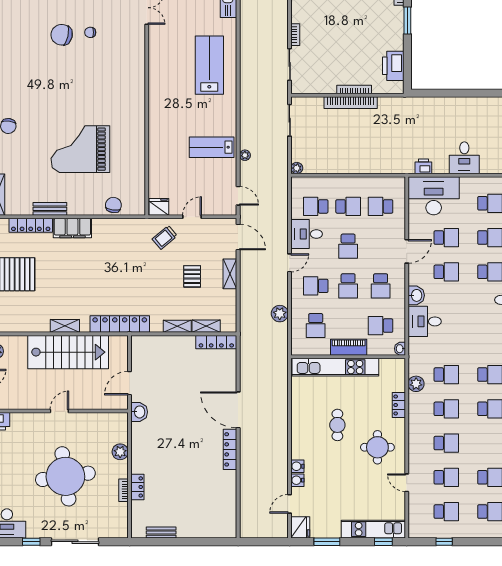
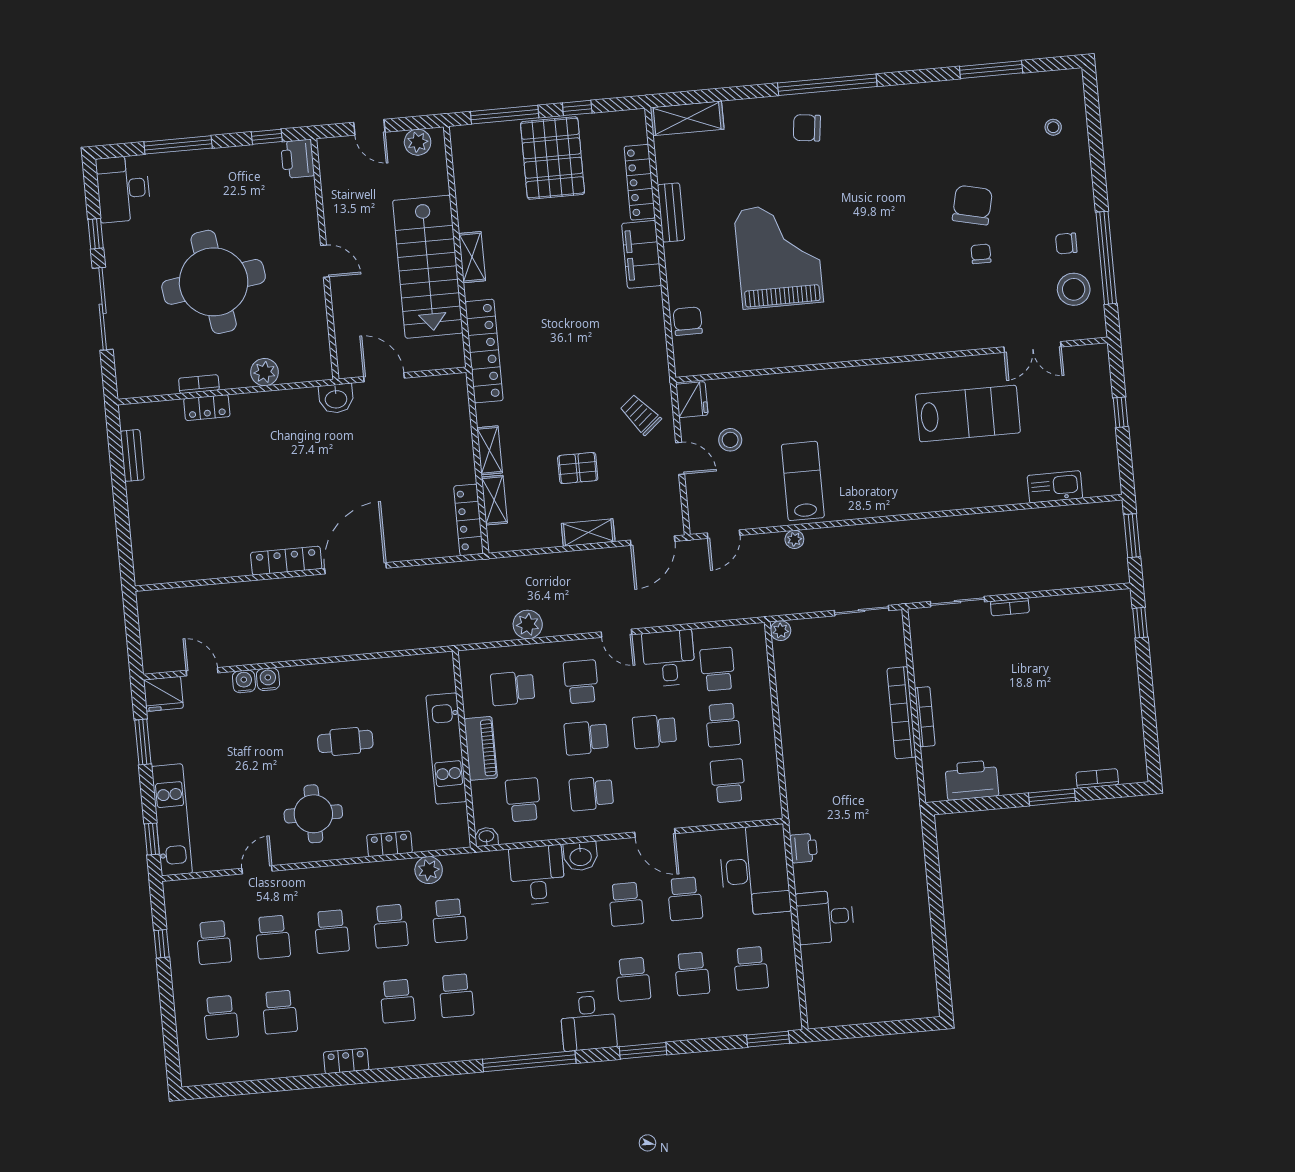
lab bench: (209, 65) -> (968, 413), moved
stool: (184, 187) -> (730, 440), added
chair: (113, 205) -> (688, 321), turned -98
kitchen unit: (335, 367) -> (446, 748), width x0.73

